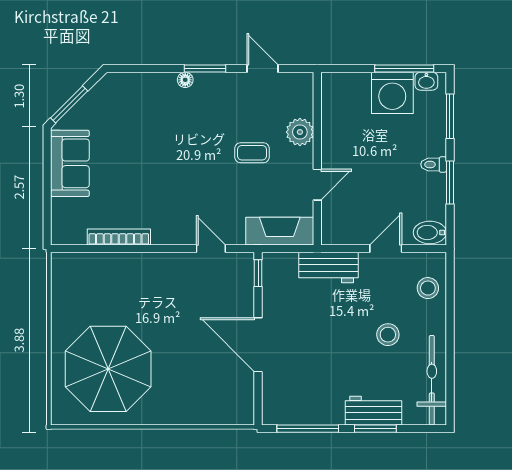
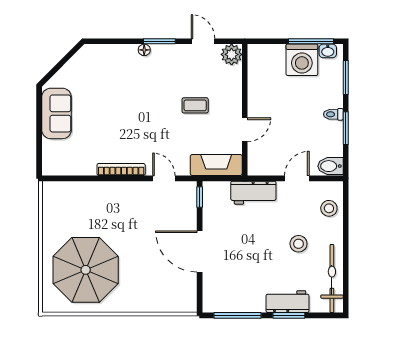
window: (69, 104) -> (56, 69), removed
plant: (300, 132) -> (232, 54), moved
bookcase: (119, 237) -> (121, 169), moved

